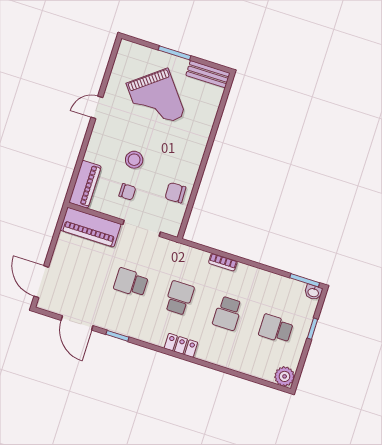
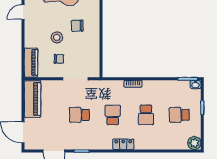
chair: (175, 193) -> (77, 26), moved
piano: (91, 227) -> (33, 99), moved, turned -90

